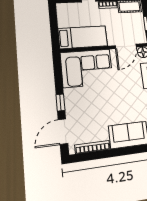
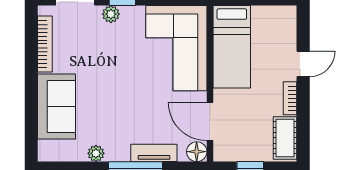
plant: (70, 109) -> (111, 14), added

